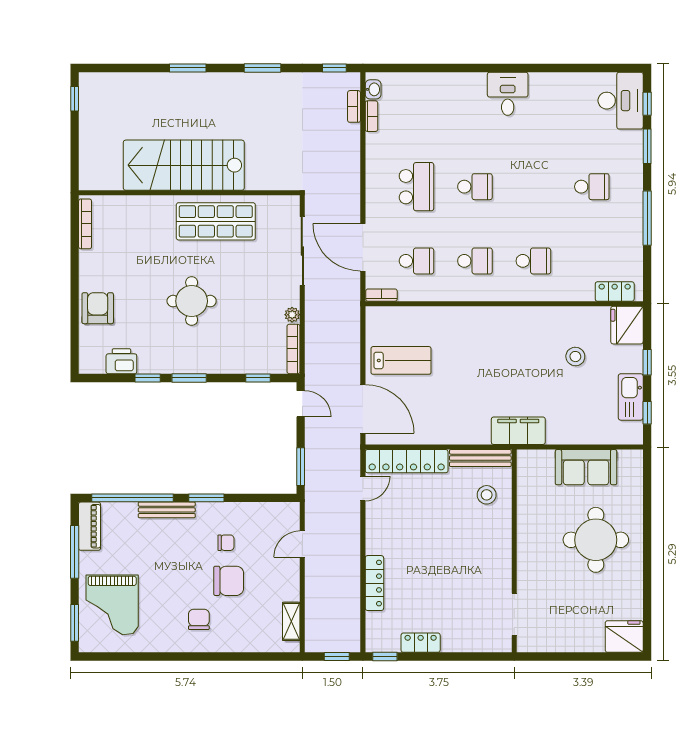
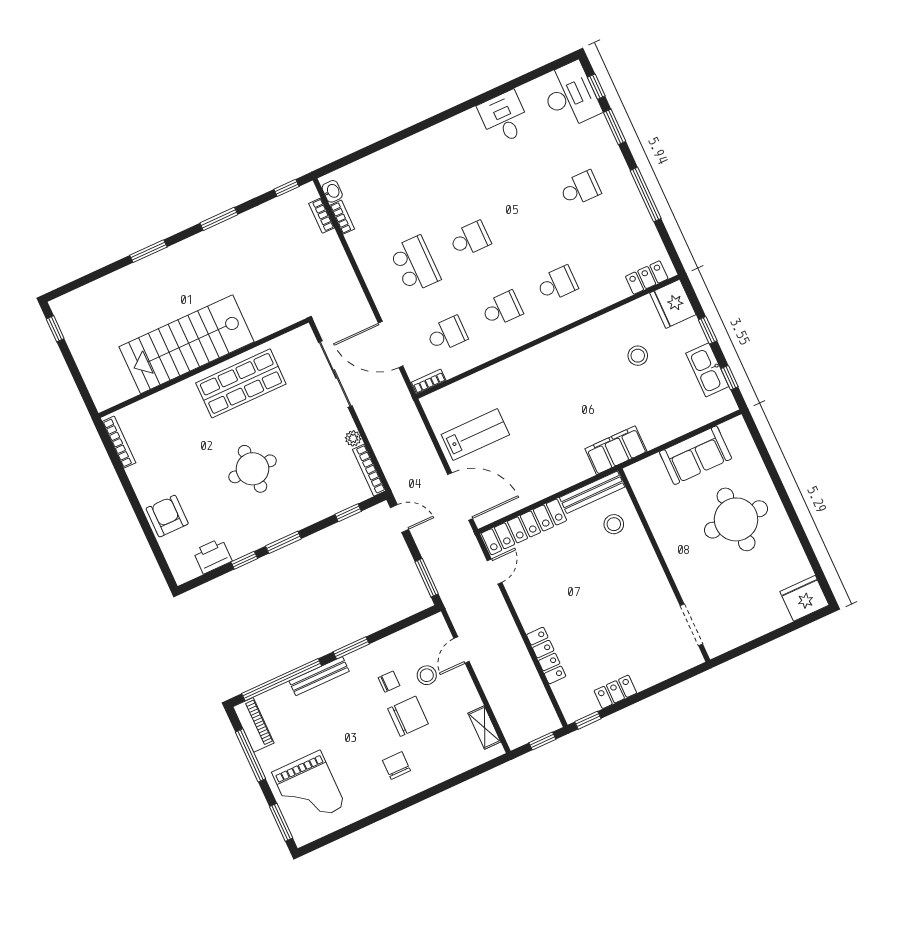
desk: (508, 94) -> (504, 118), moved
stool: (262, 552) -> (427, 675), added

